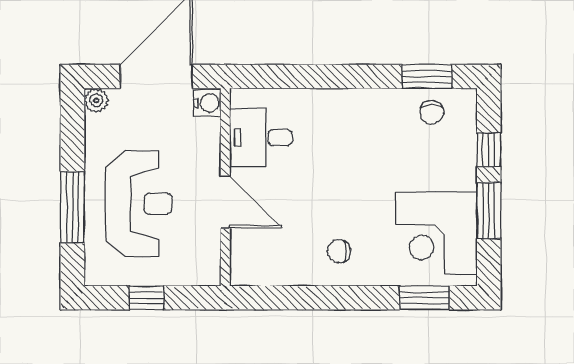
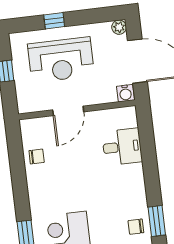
desk: (261, 138) -> (122, 147), moved, turned 90
window: (72, 207) -> (54, 21), width x0.46
chair: (339, 251) -> (37, 157), moved, turned 90

